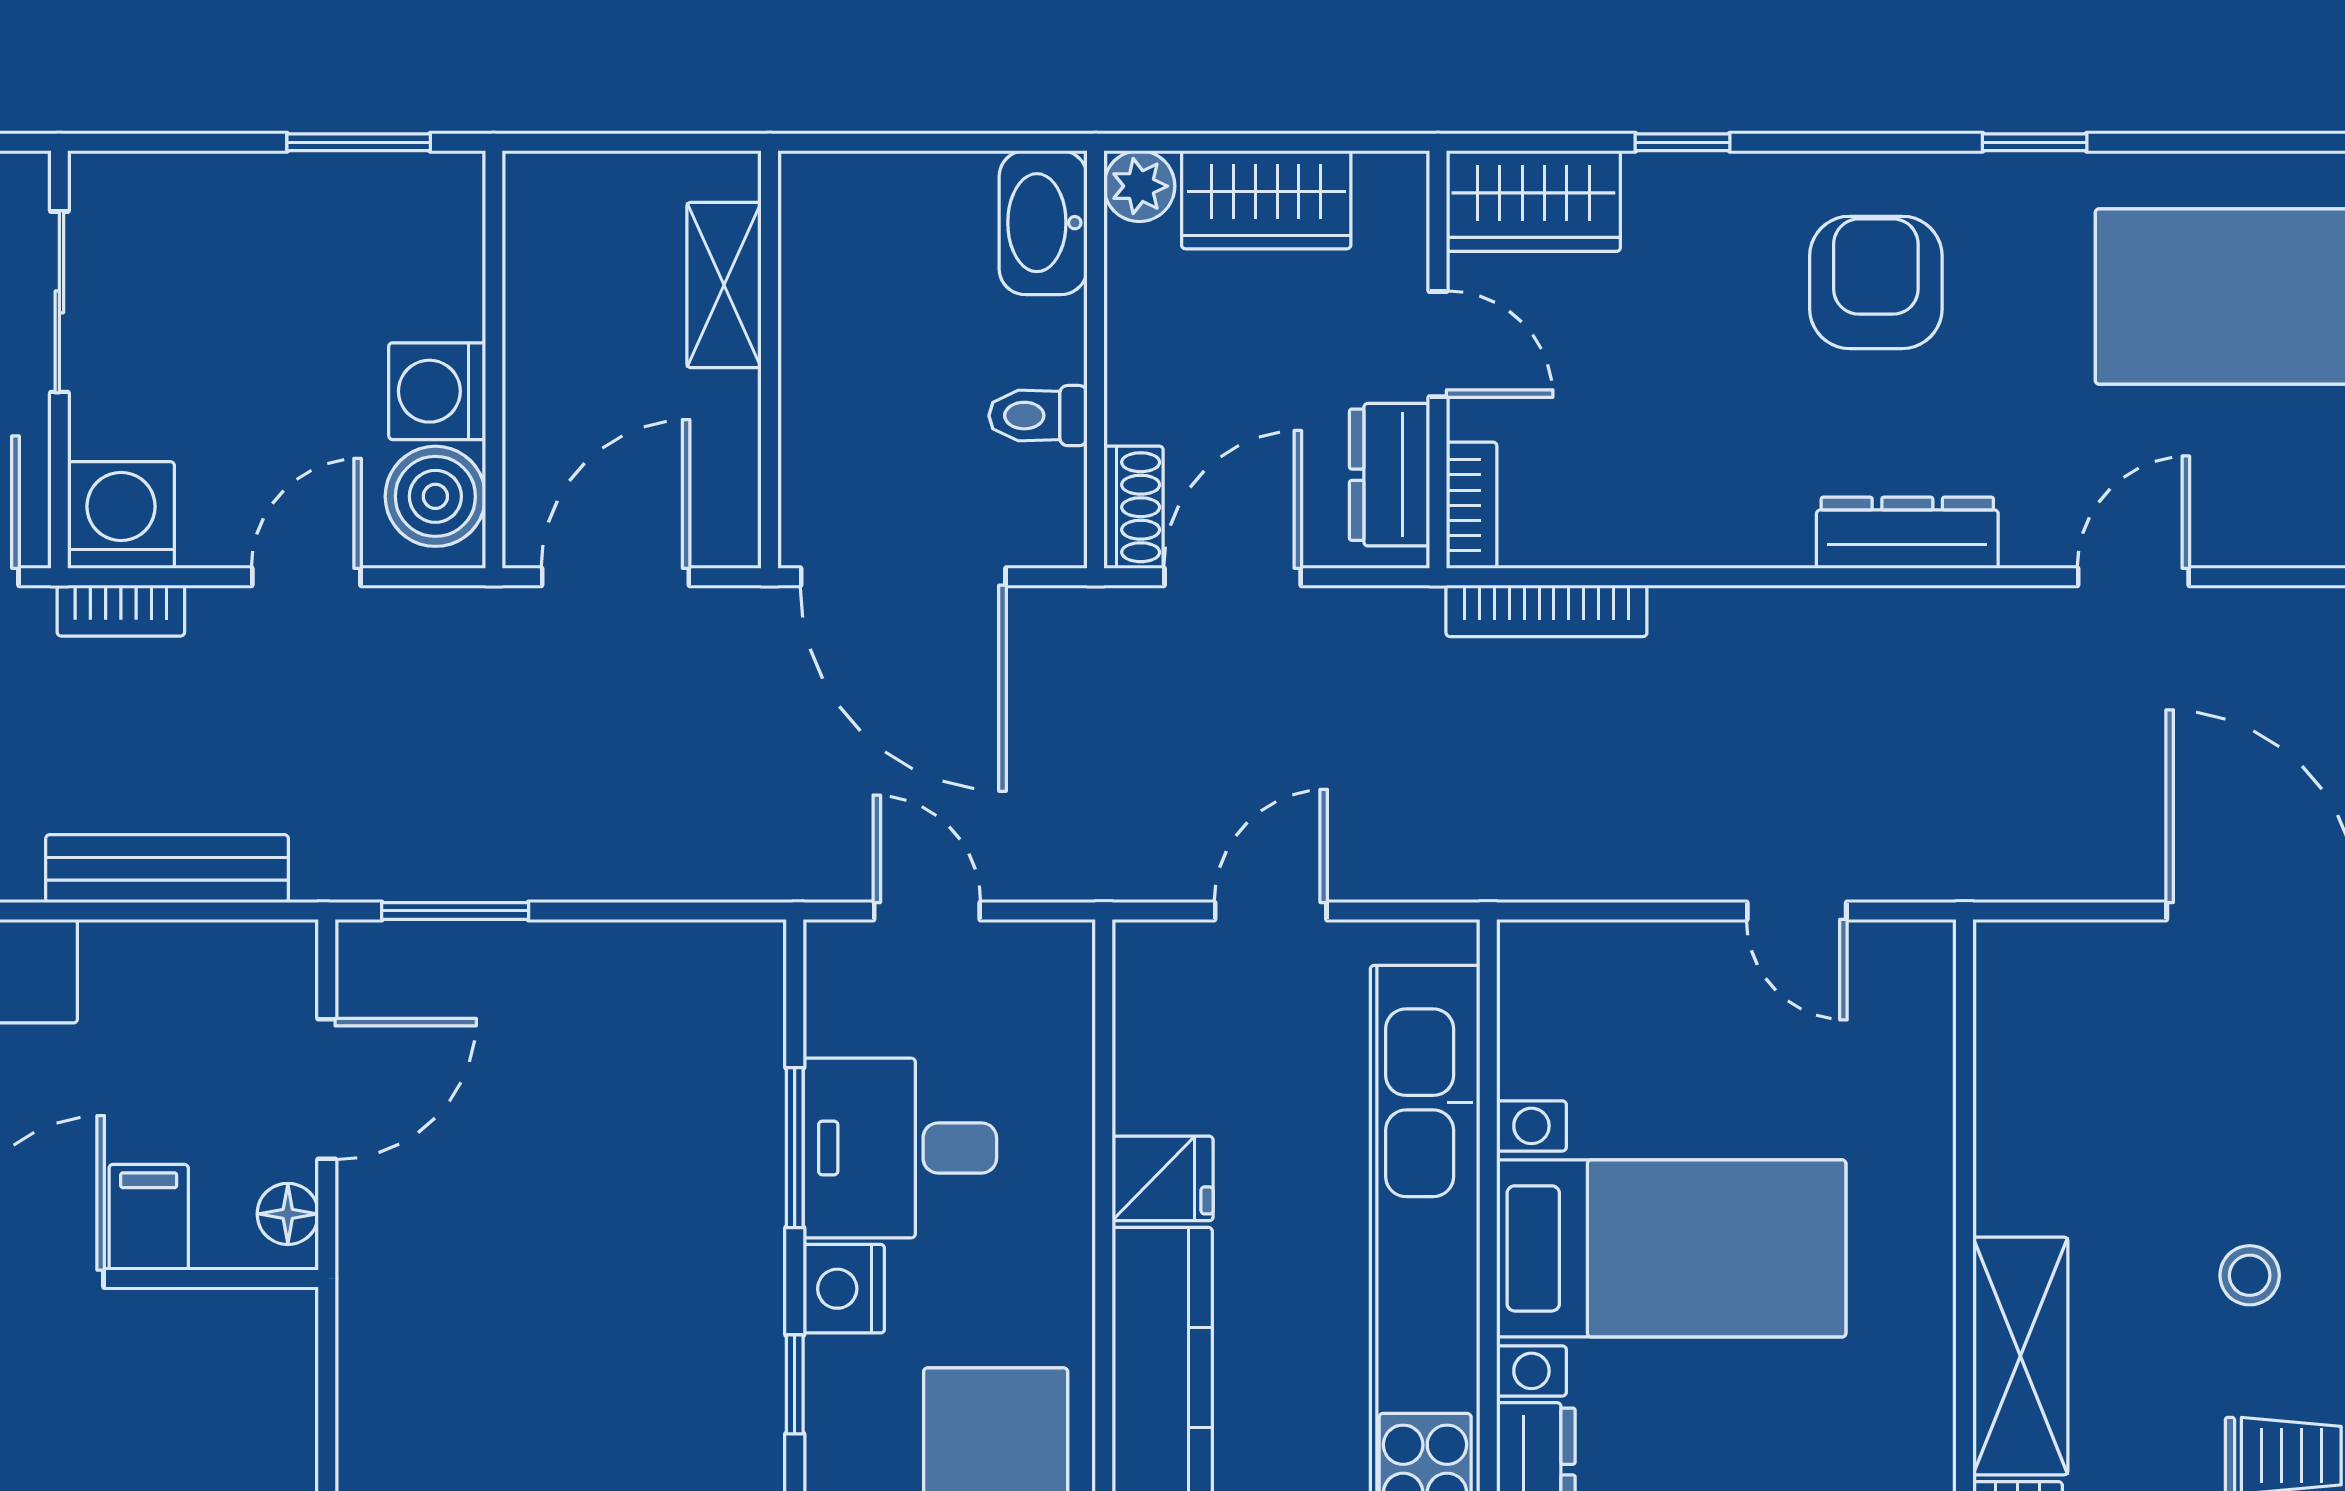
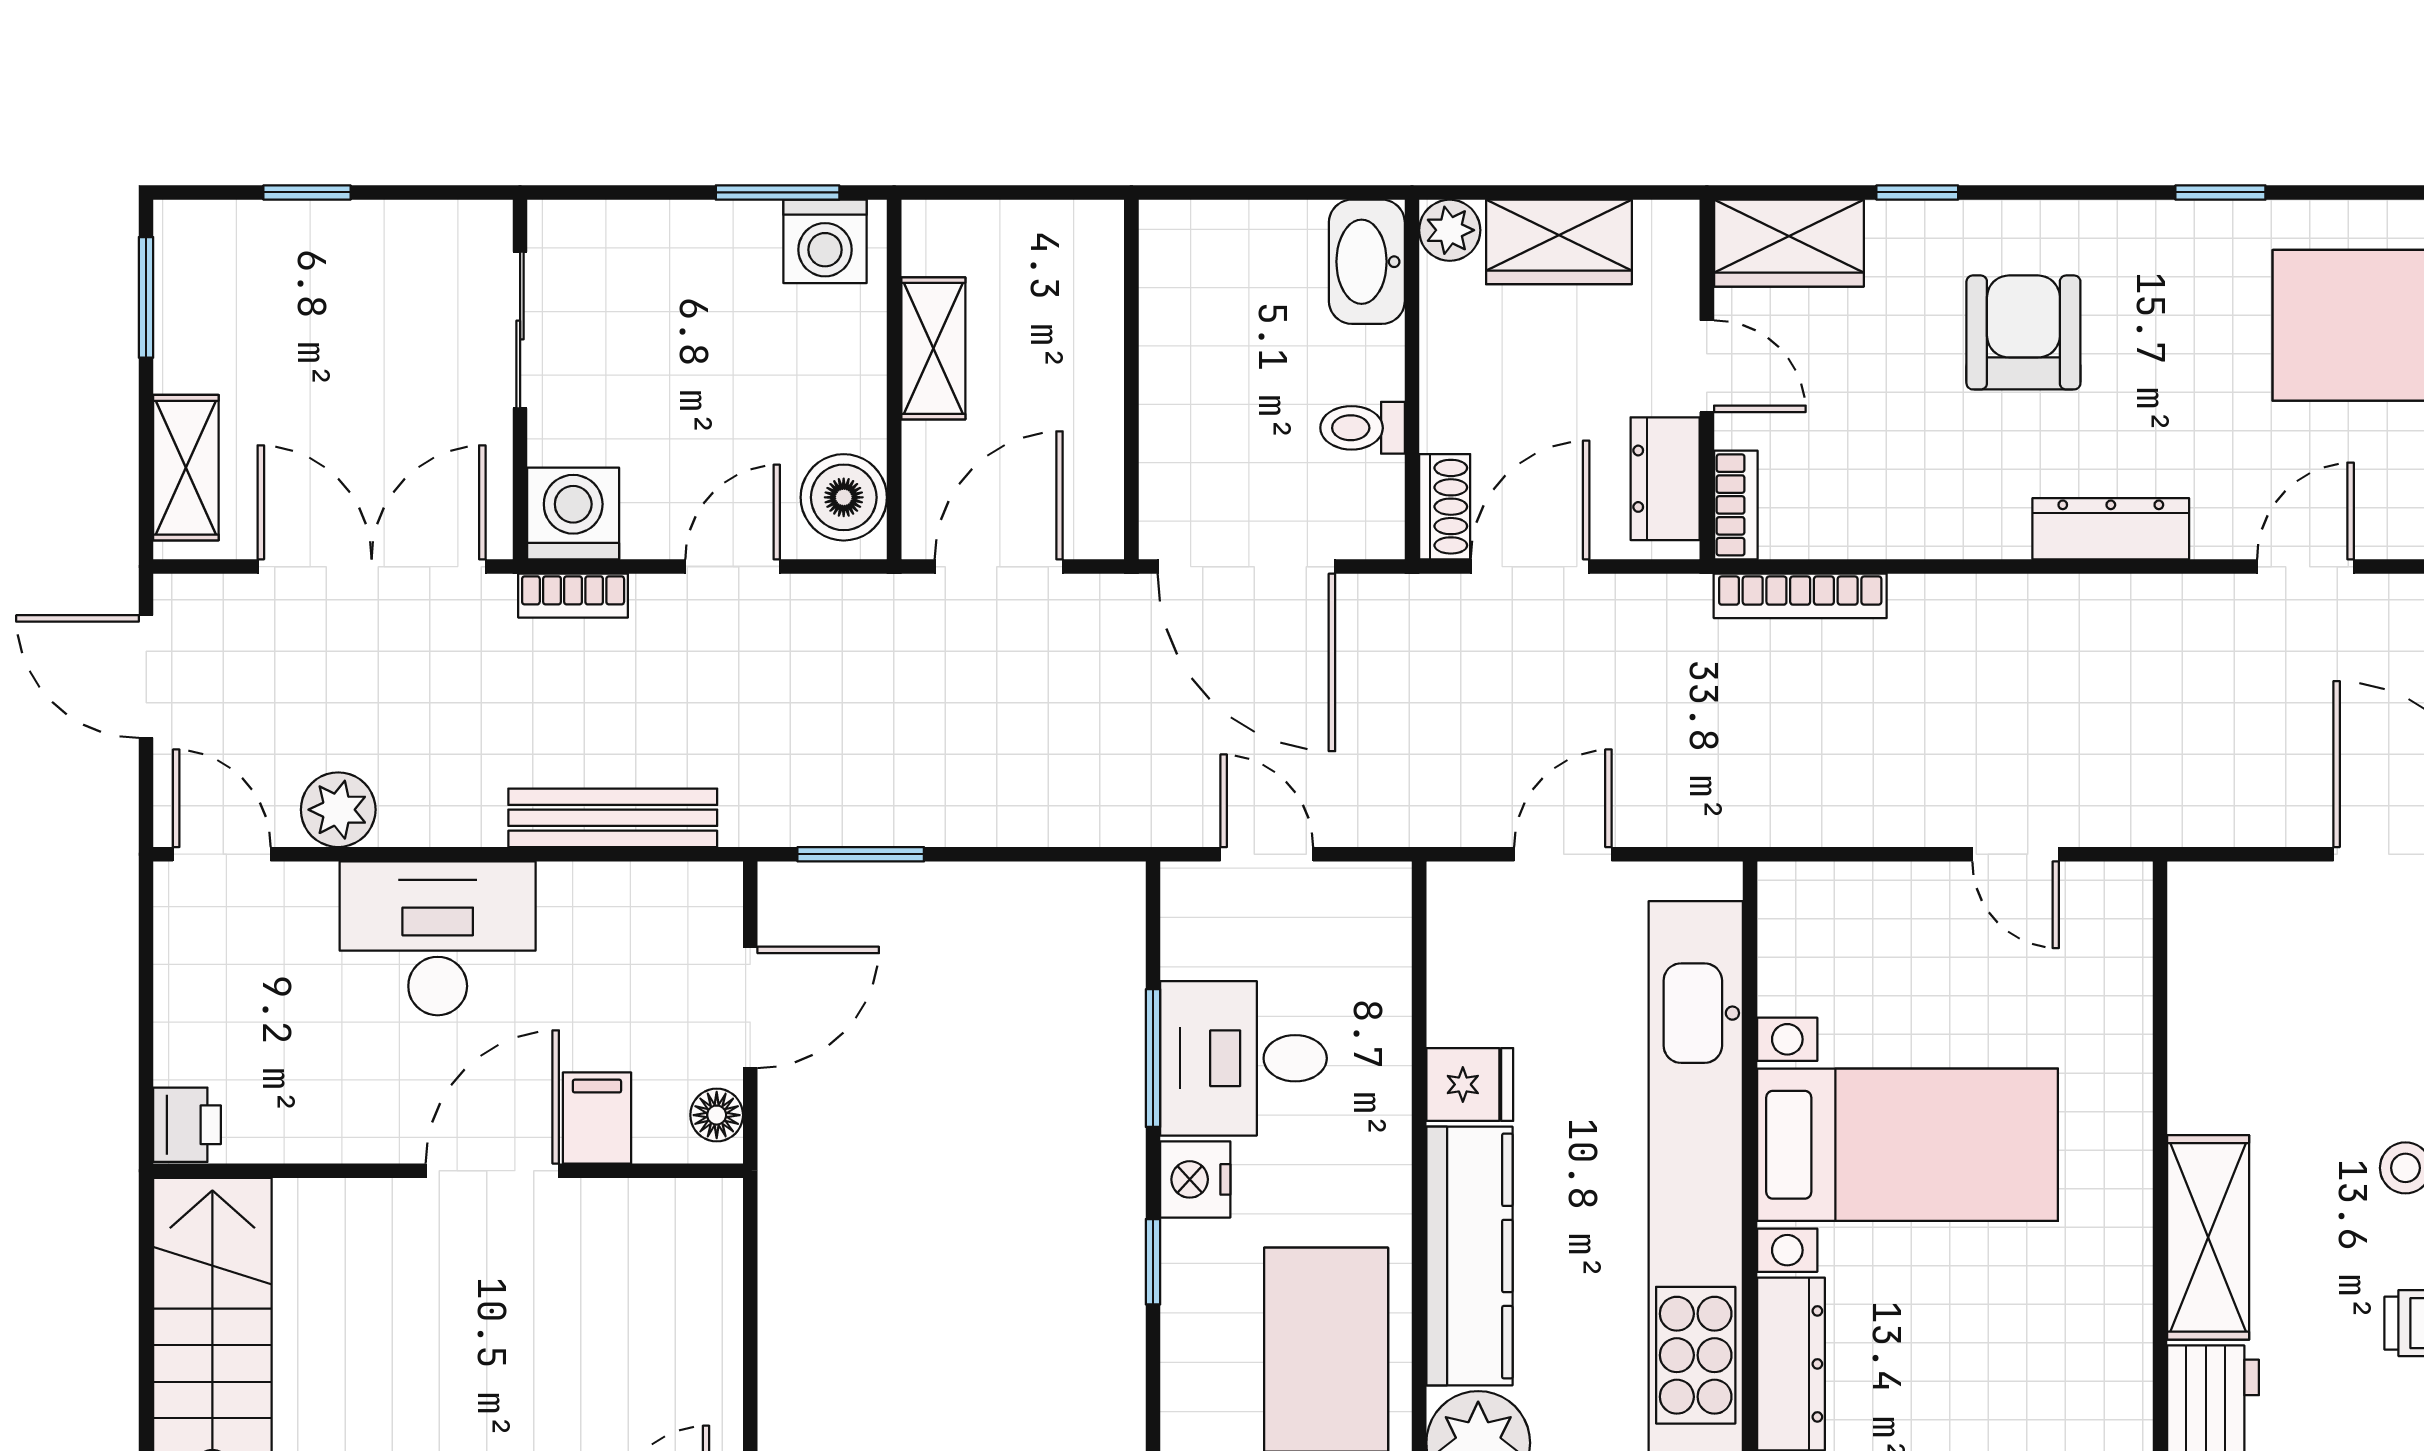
armchair: (1876, 282) -> (2023, 332), moved
shelving: (724, 285) -> (933, 348), moved
washing machine: (437, 391) -> (825, 241), moved, turned -90

